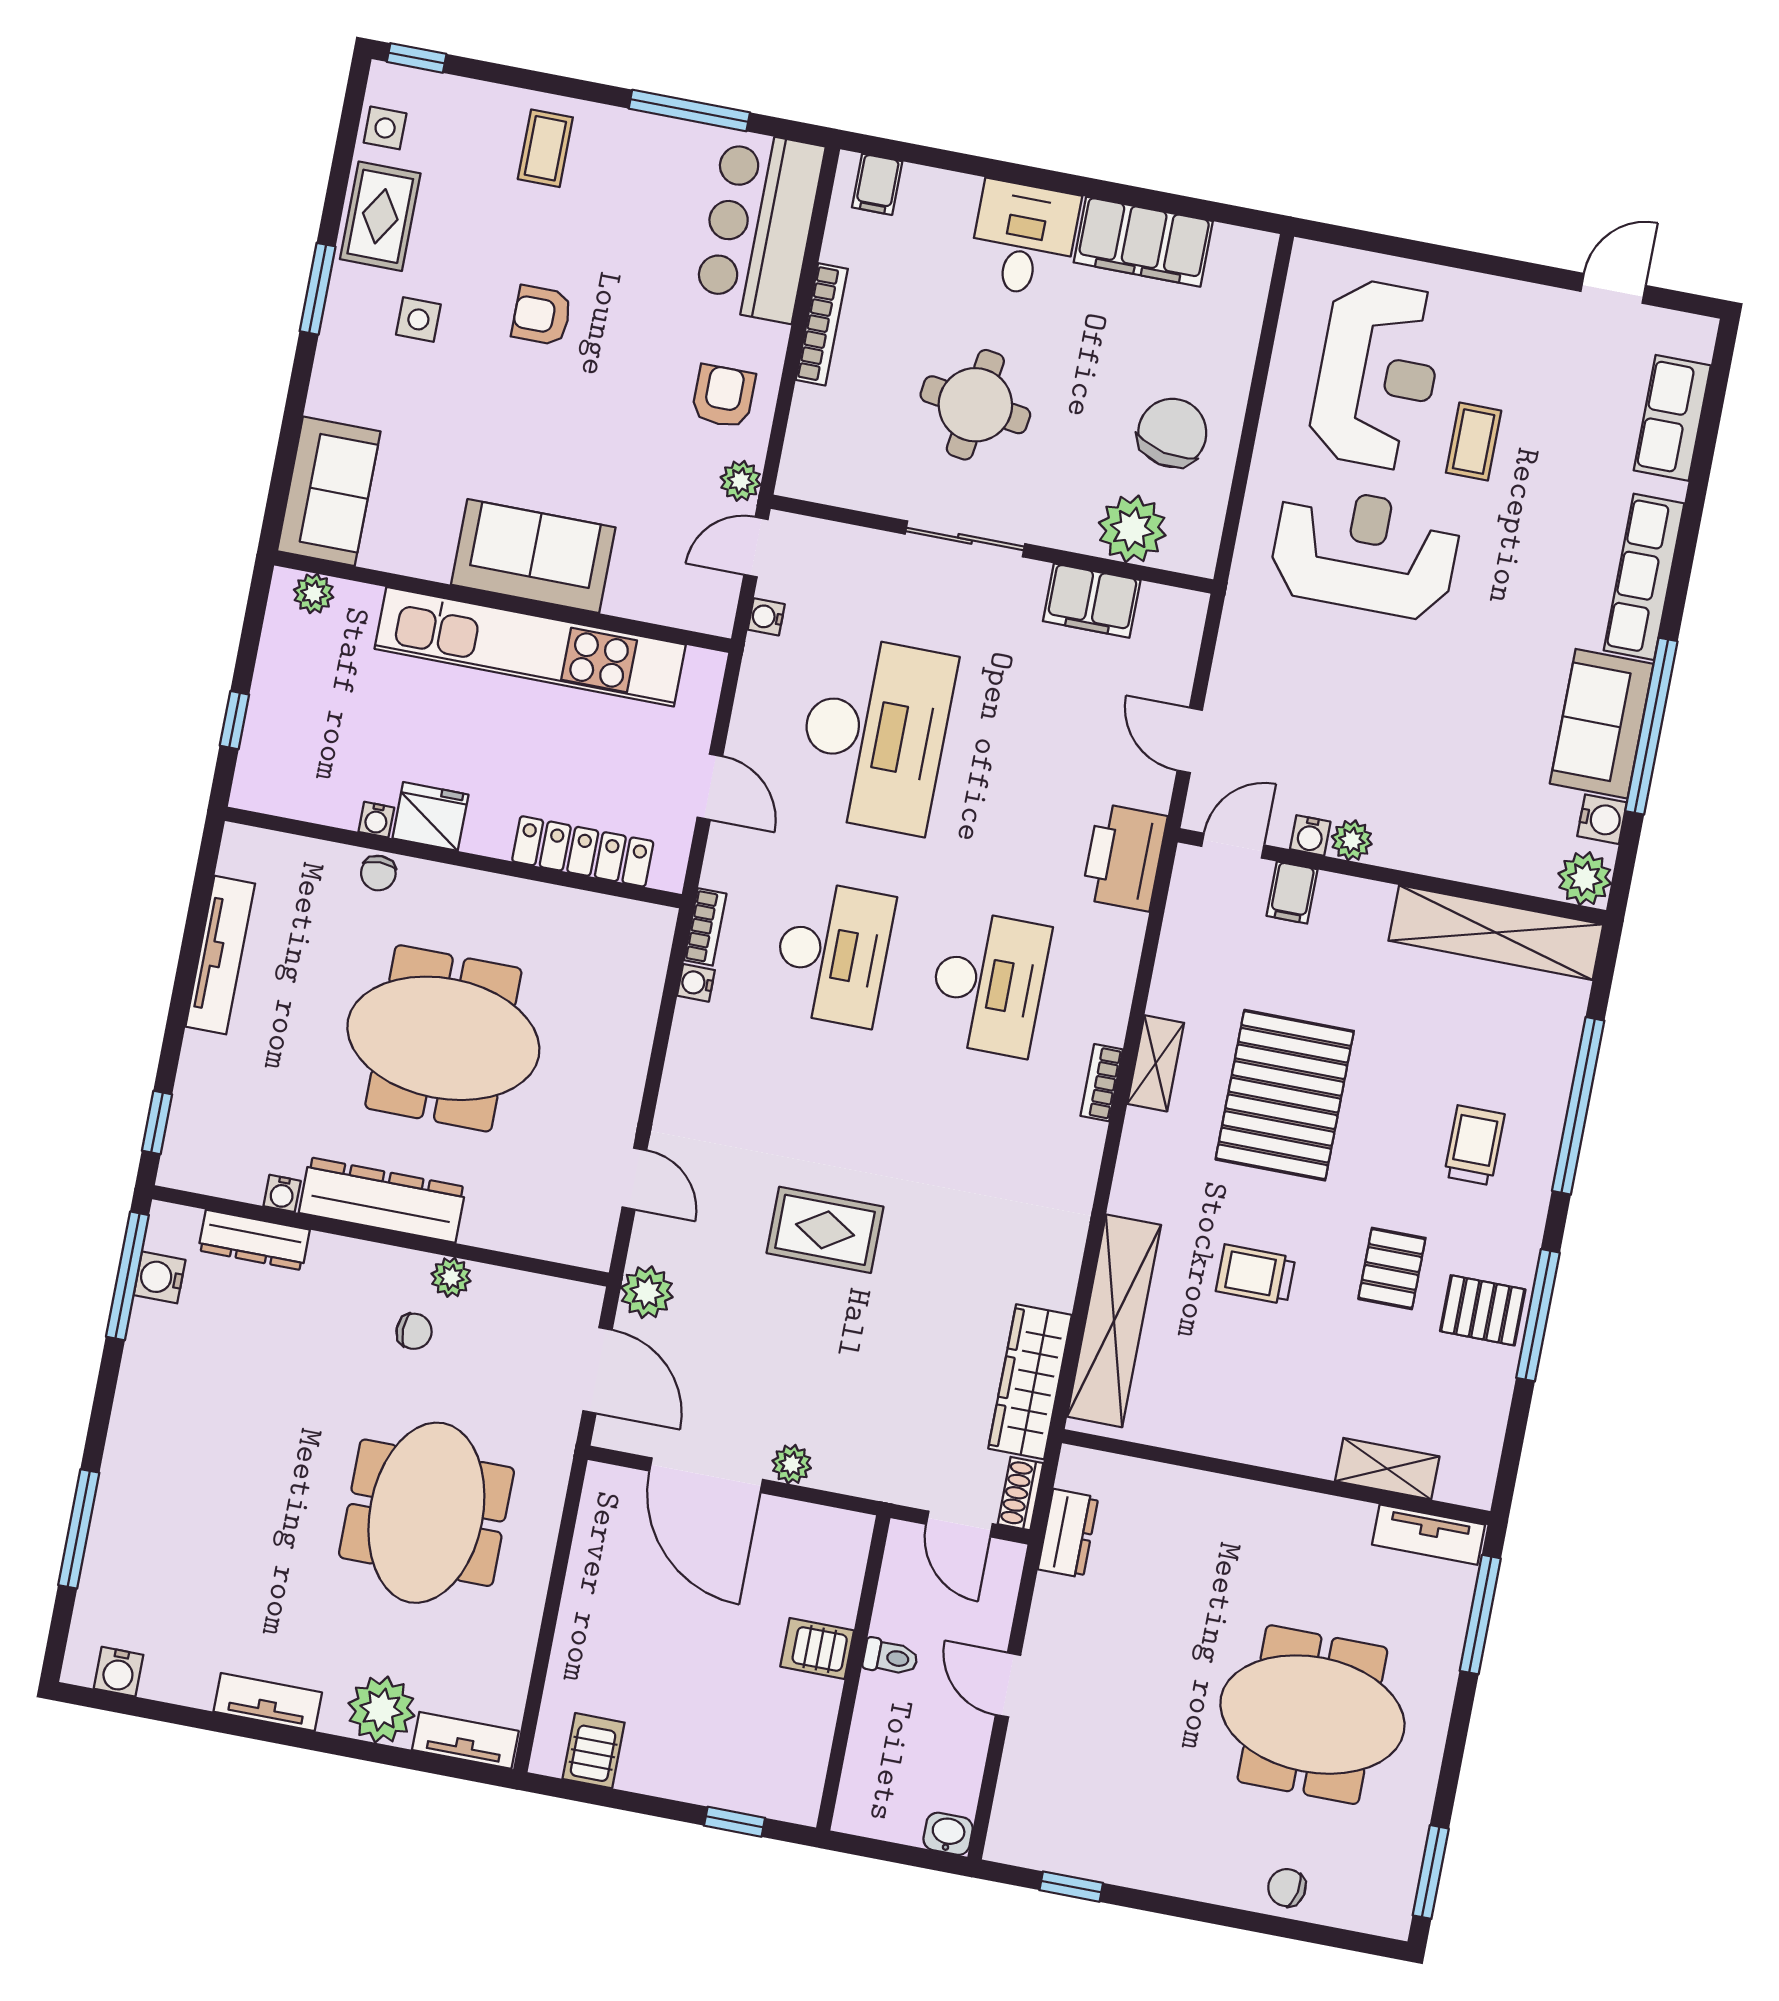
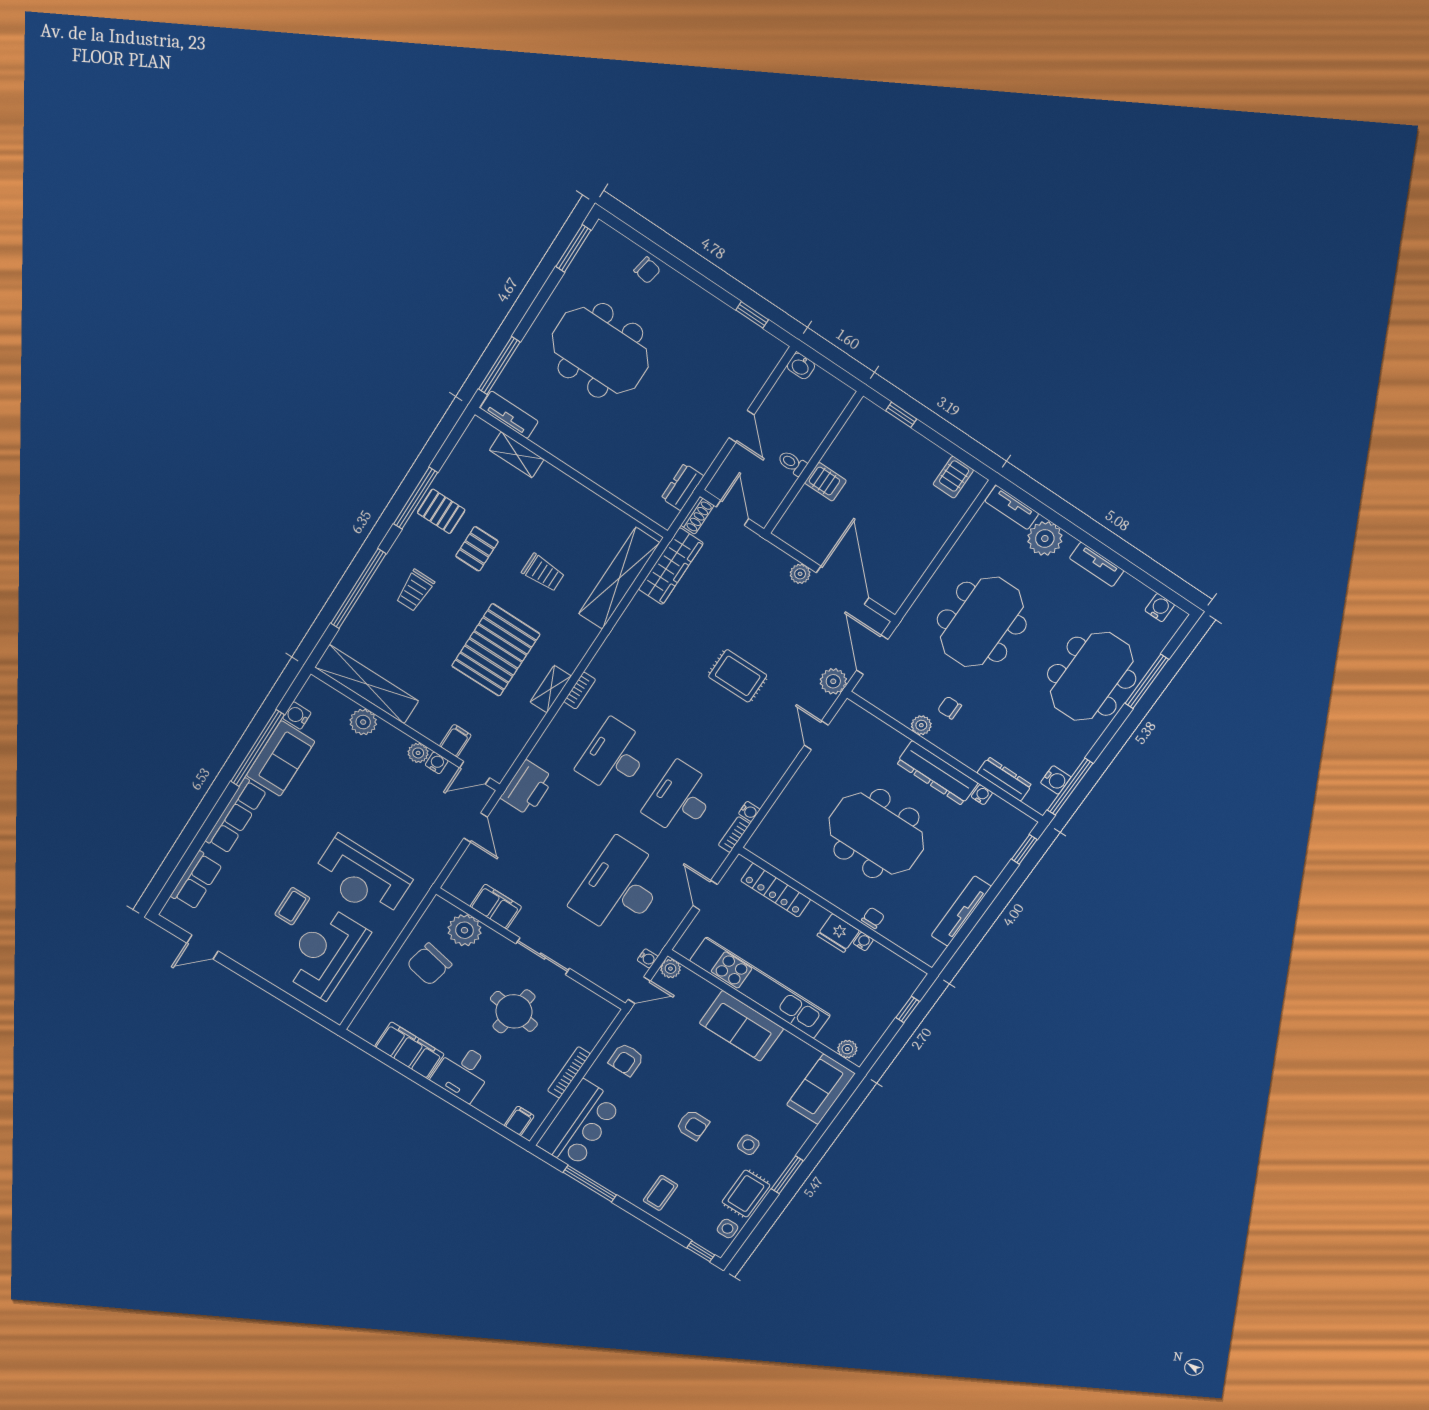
plant: (741, 481) -> (670, 969), moved
plant: (1585, 879) -> (363, 722), moved
meeting table: (183, 1496) -> (1092, 676), added

